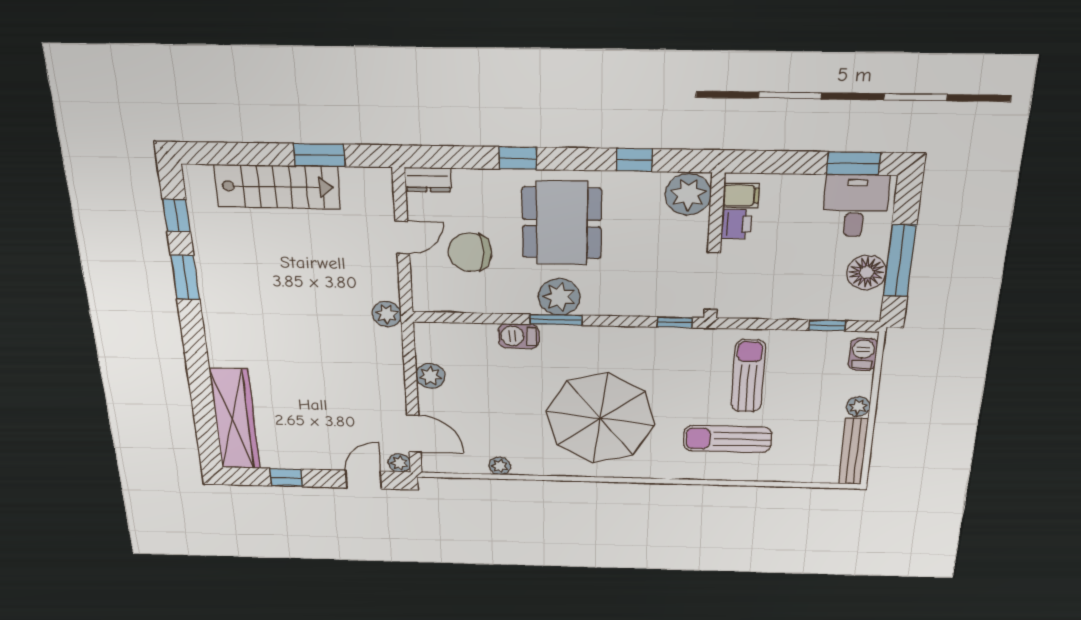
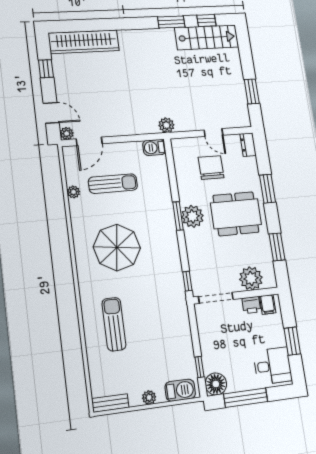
window: (518, 158) -> (267, 189), width x1.50
window: (634, 160) -> (277, 247), width x1.50
window: (854, 163) -> (292, 341), moved
stairs: (277, 187) -> (207, 37), moved, turned -90
plant: (688, 194) -> (251, 278), moved
floor lamp: (867, 272) -> (216, 384), moved
barbecue: (519, 336) -> (154, 147), moved, turned -90
barbecue: (863, 354) -> (180, 390), width x1.38, depth x1.27
plant: (430, 376) -> (130, 150), removed
sun lounger: (748, 376) -> (113, 184), moved
parasol: (600, 418) -> (117, 247), width x0.73, depth x0.73
bench: (853, 451) -> (110, 403), width x0.73

